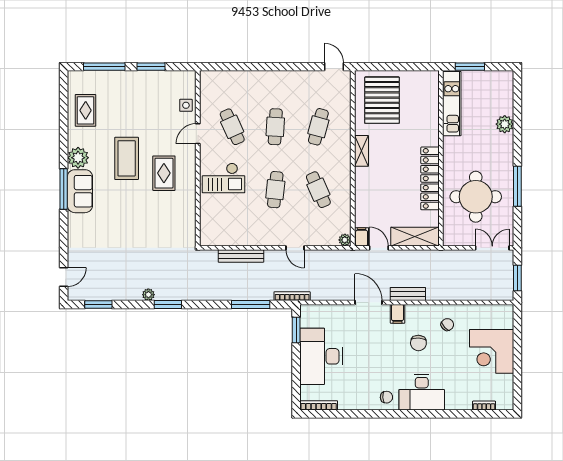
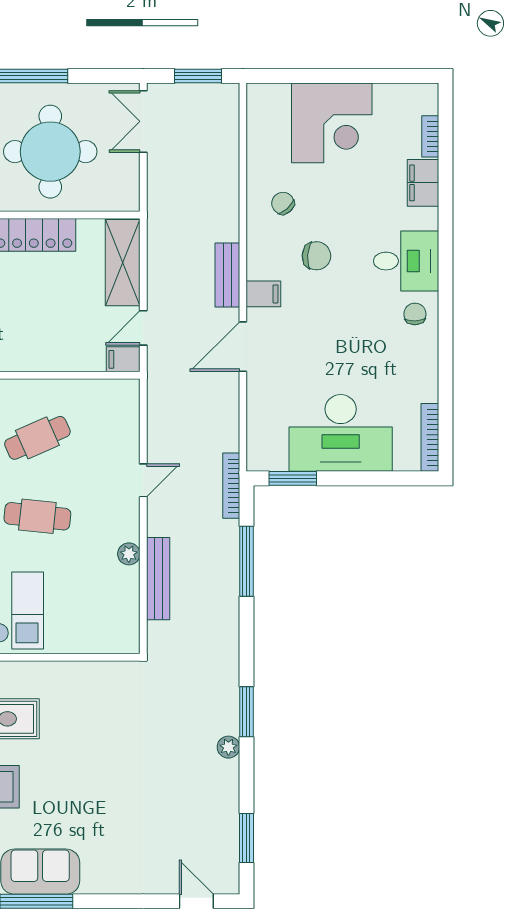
plant: (345, 240) -> (129, 554), moved
desk: (422, 392) -> (406, 261), width x0.73
filing cabinet: (459, 402) -> (423, 183), added

